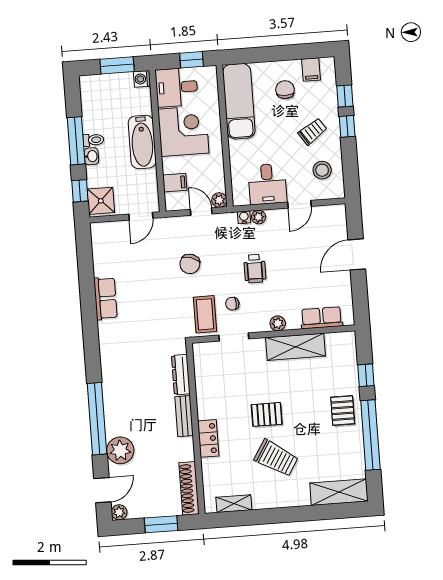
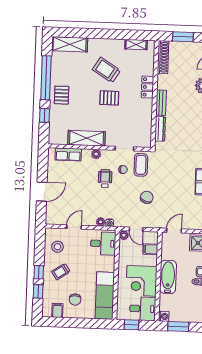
desk: (267, 184) -> (103, 243), moved, turned 90
wheelchair: (255, 269) -> (105, 178), moved

